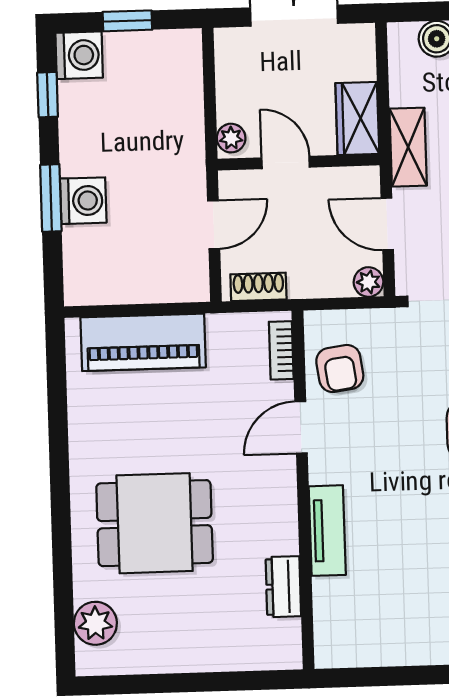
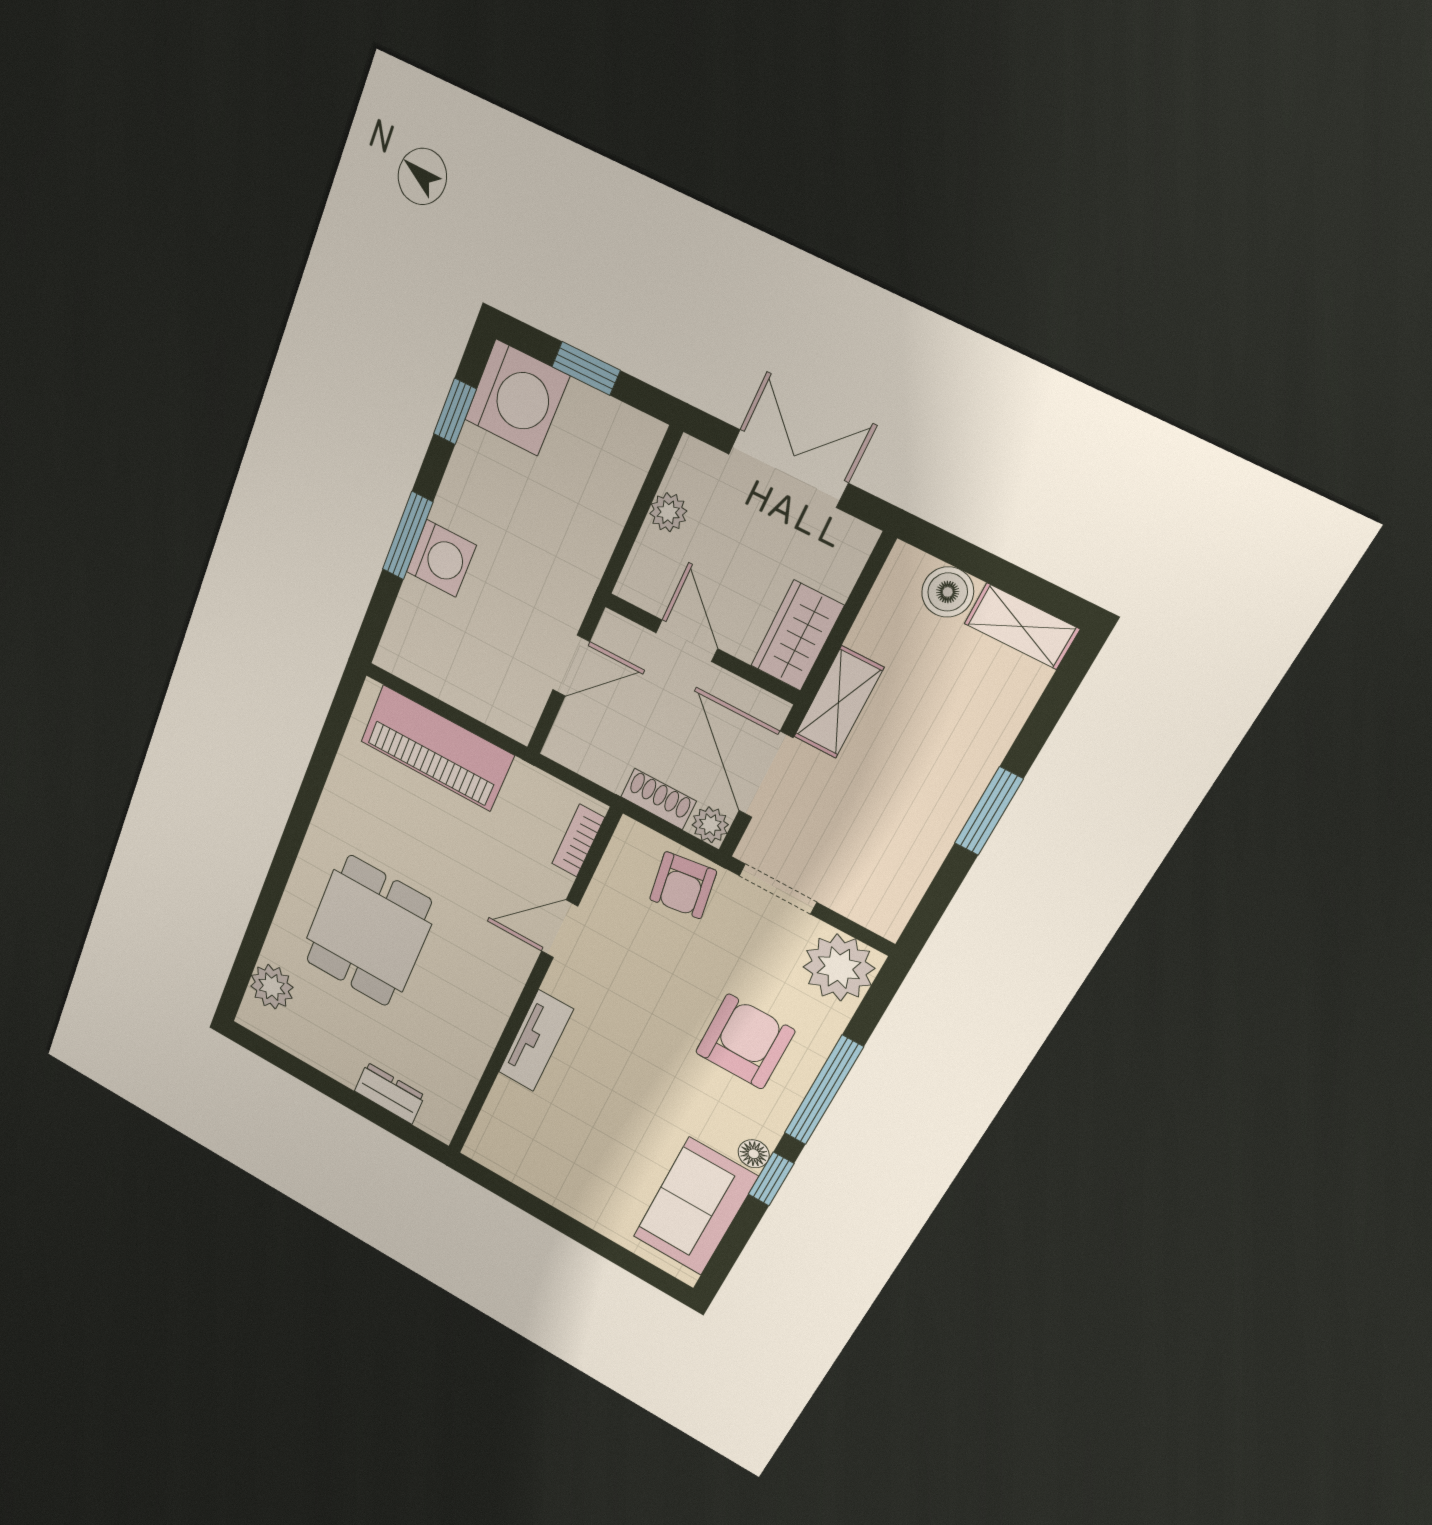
washing machine: (79, 55) -> (517, 398), width x1.37, depth x1.37
plant: (231, 138) -> (668, 512), moved
door: (387, 224) -> (766, 775), width x1.38
shoe rack: (258, 287) -> (658, 799), moved
armchair: (340, 368) -> (683, 885), moved
dining table: (155, 523) -> (368, 931), turned 90
dresser: (283, 587) -> (389, 1093), moved, turned 90

